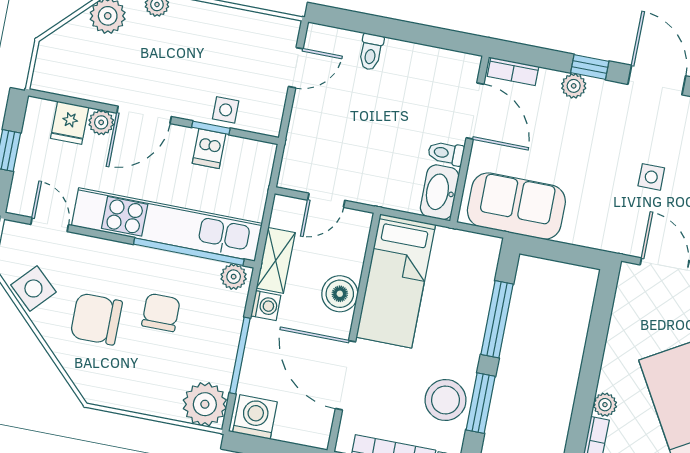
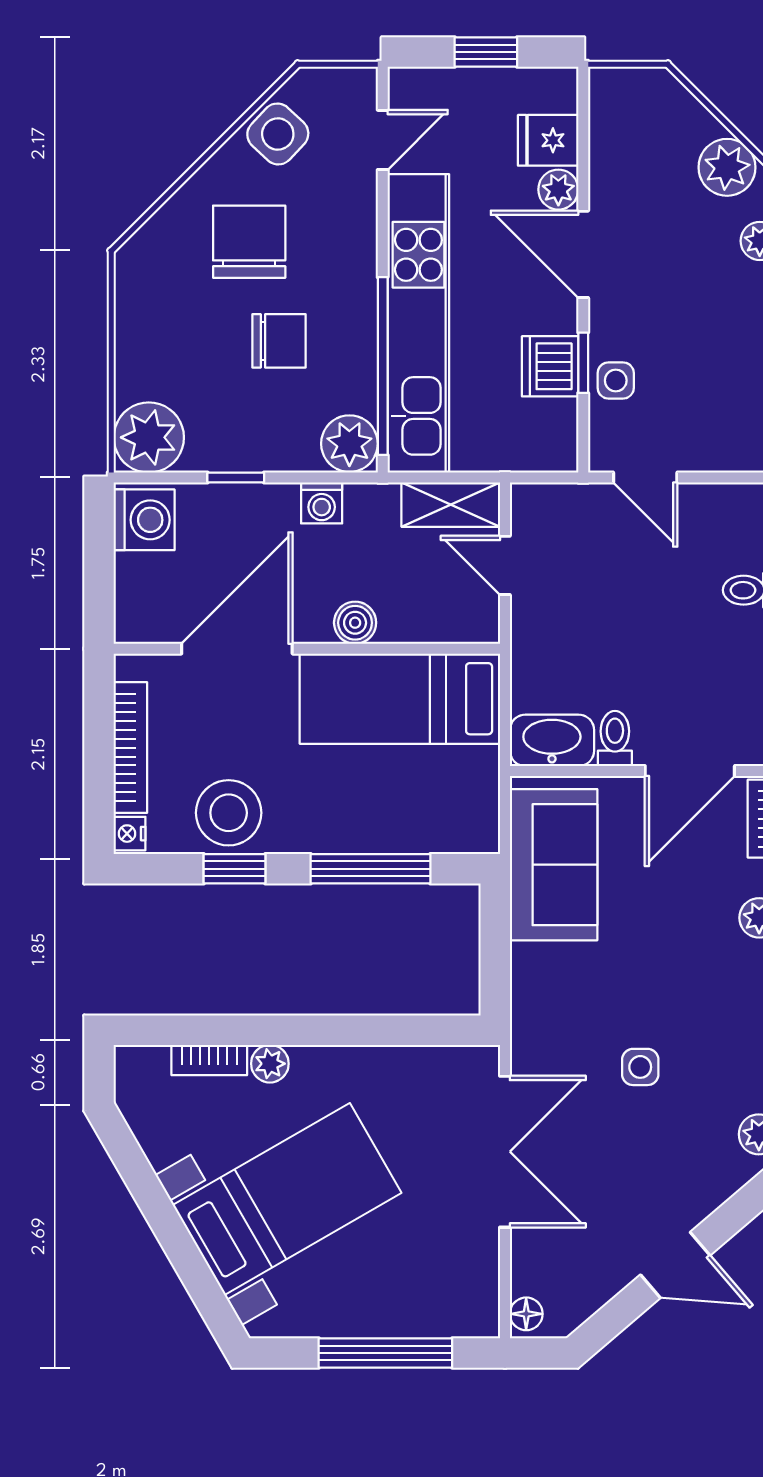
door: (296, 68) -> (645, 477), moved
dishwasher: (209, 149) -> (550, 366), width x1.38
shelving: (276, 260) -> (451, 505), moved
plant: (234, 277) -> (349, 444), width x1.38, depth x1.38
boiler: (340, 294) -> (355, 623), width x0.73, depth x0.73
window: (240, 355) -> (236, 477), width x0.46
window: (481, 403) -> (234, 869), width x0.67

